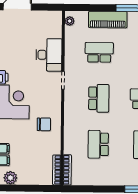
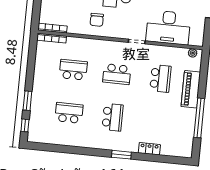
desk: (49, 55) -> (168, 27), width x1.36, depth x1.30

